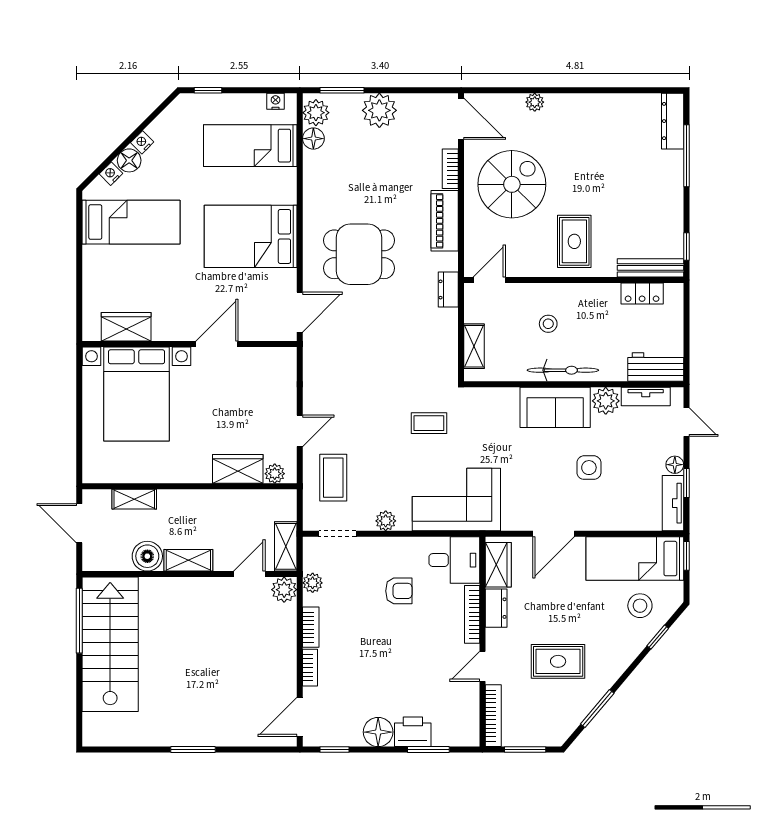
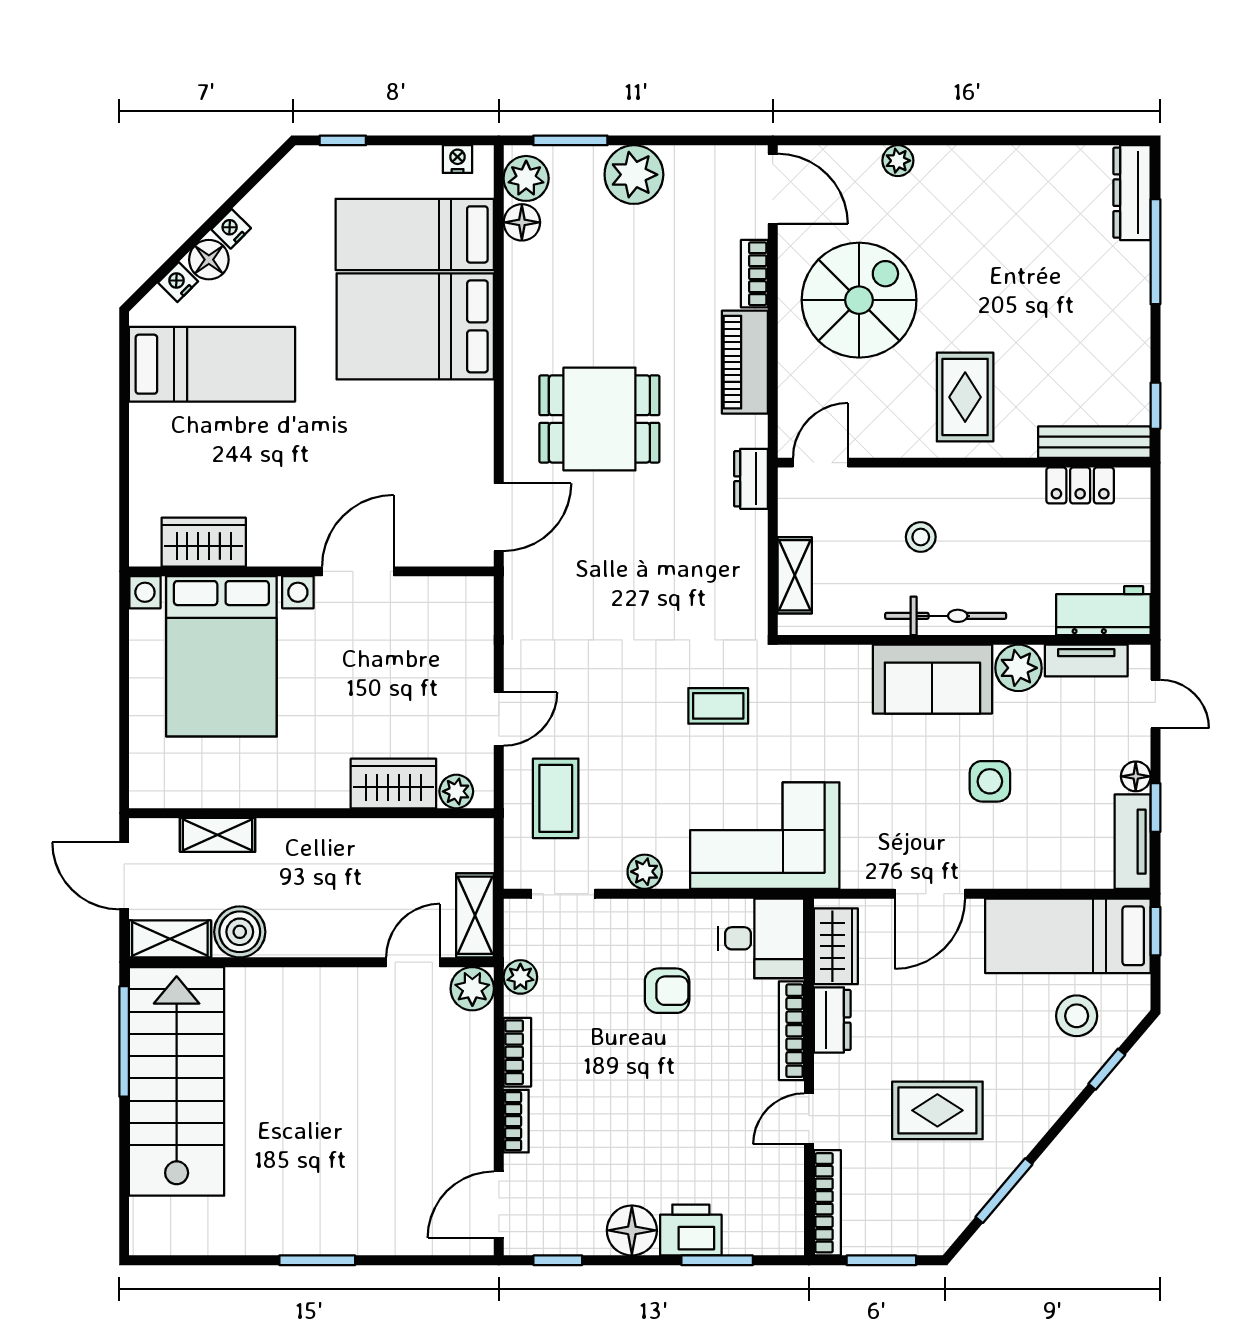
bed: (251, 236) -> (415, 326), moved
shelving: (188, 560) -> (170, 939), moved

